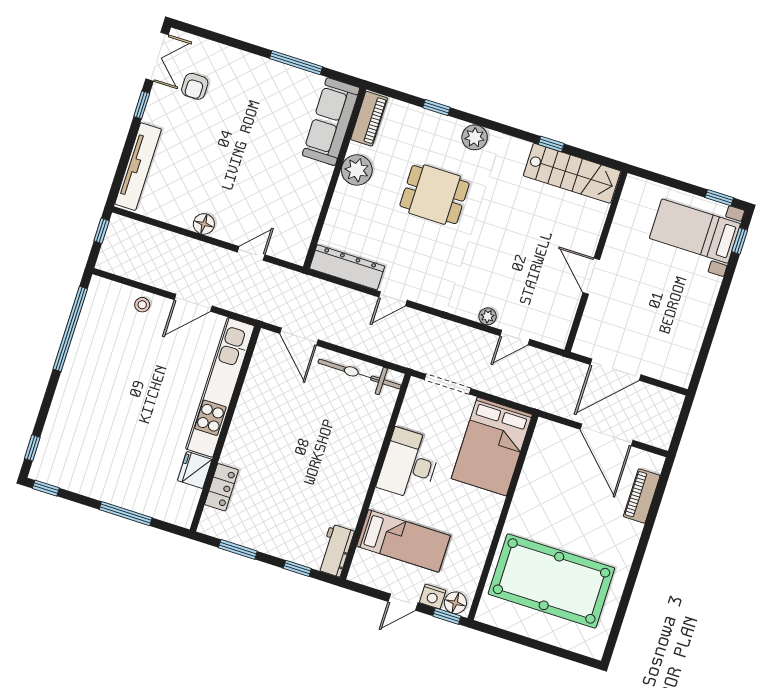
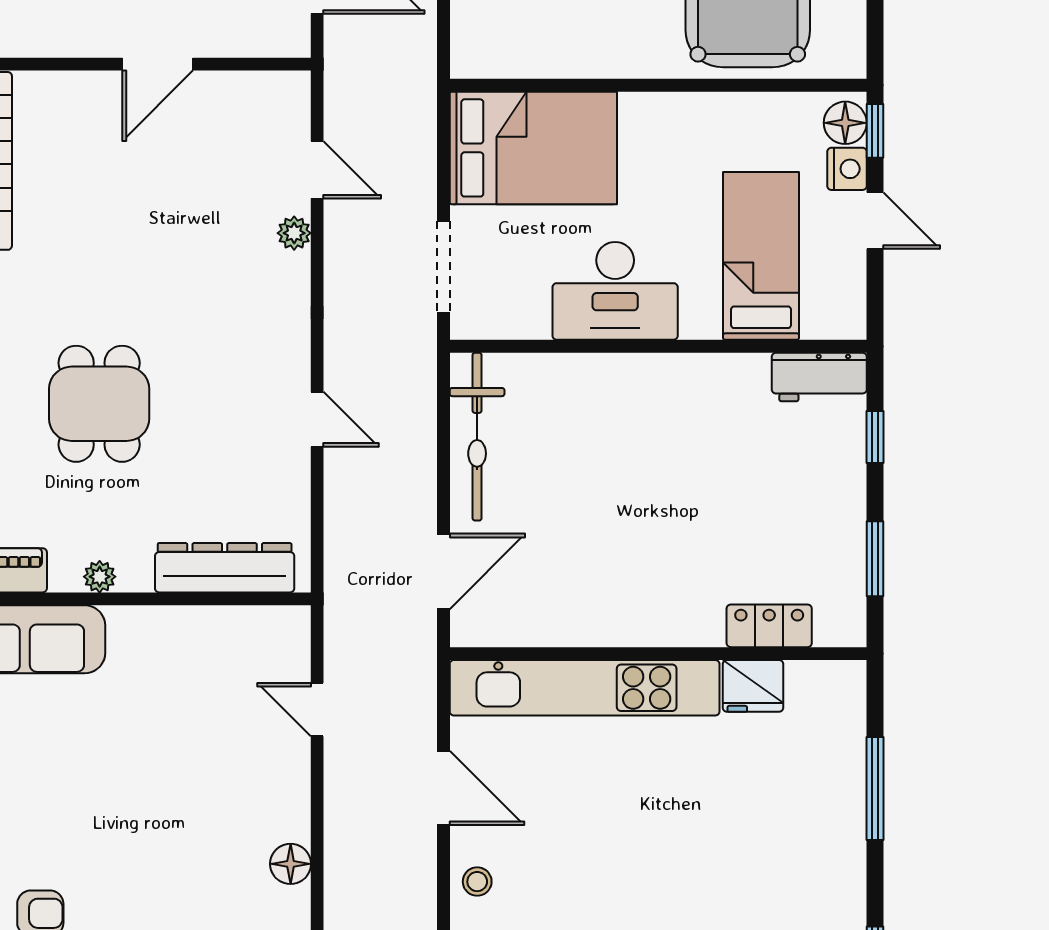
plant: (357, 170) -> (100, 577), width x0.53, depth x0.53
floor lamp: (204, 224) -> (291, 864), moved
dresser: (347, 267) -> (225, 568), moved, turned 90

